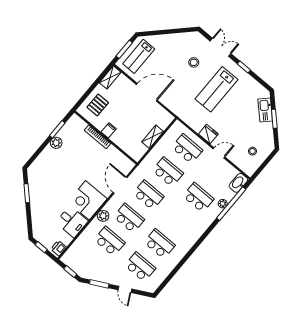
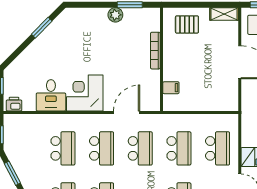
filing cabinet: (109, 130) -> (171, 88), moved
shelving: (153, 137) -> (201, 105), removed
plant: (103, 216) -> (82, 121), removed

